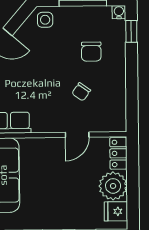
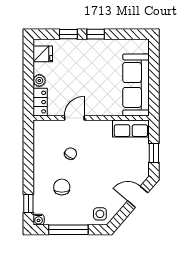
plant: (113, 186) -> (39, 81), width x0.53, depth x0.53

